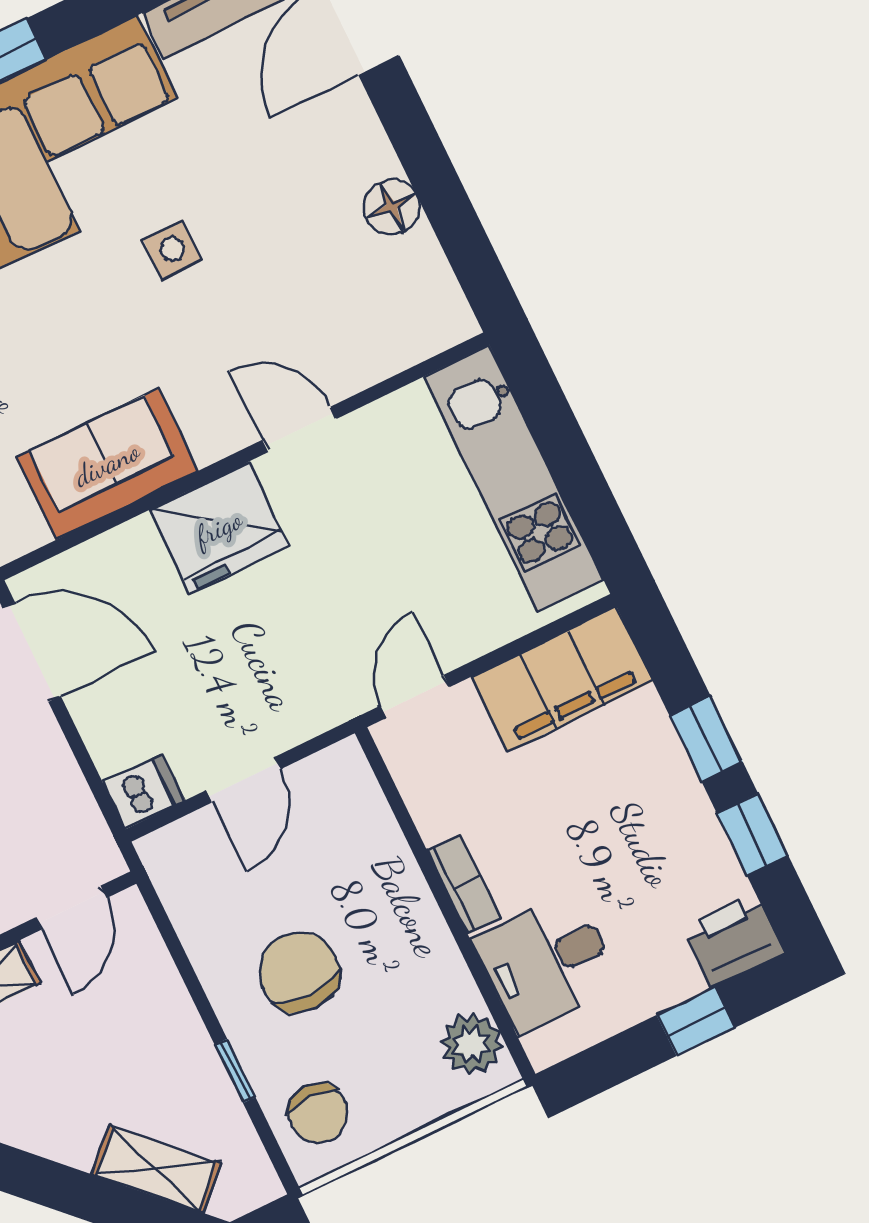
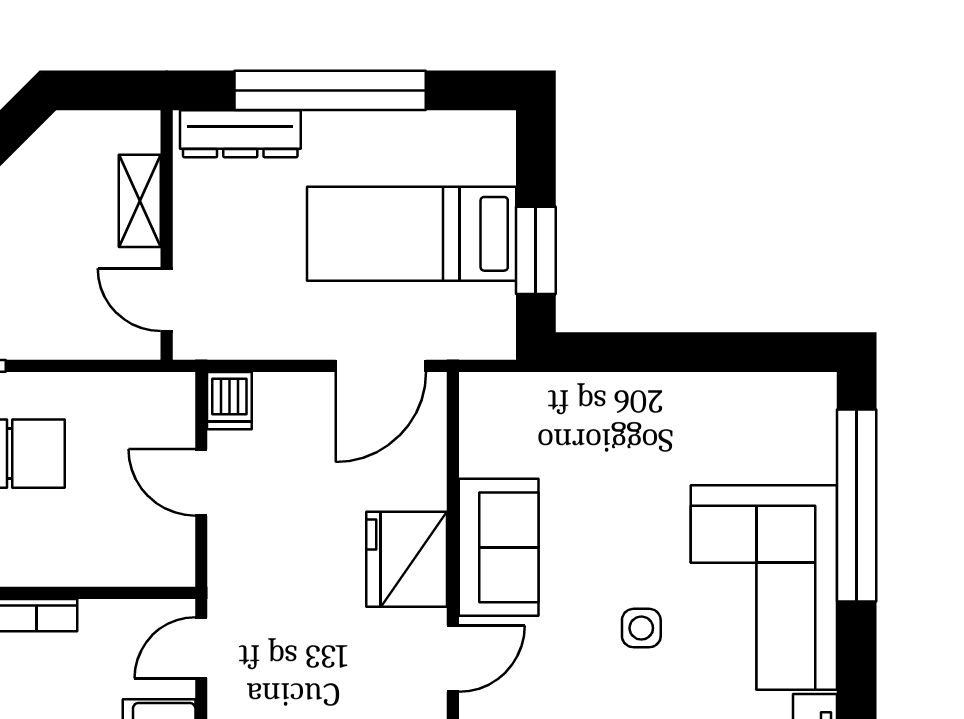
sofa: (107, 464) -> (499, 547), moved
door: (415, 696) -> (201, 648), swing flipped

